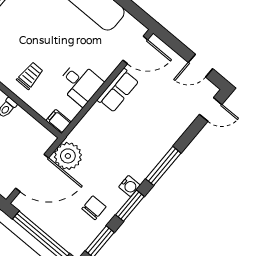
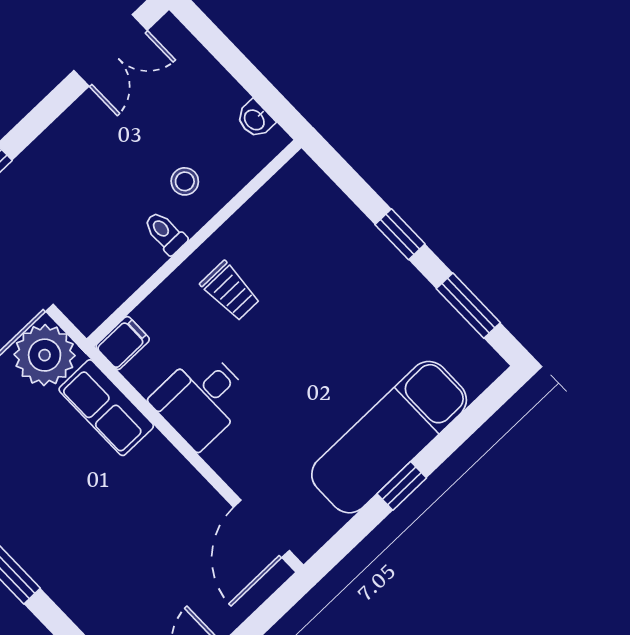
row of seats: (118, 90) -> (106, 408), moved

